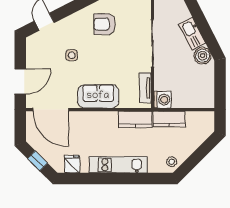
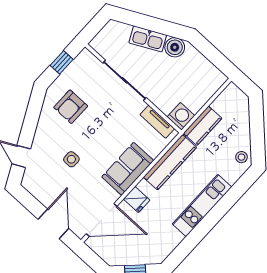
kitchen counter: (135, 119) -> (170, 162), width x1.50
fridge: (72, 164) -> (137, 199), moved, turned 180

